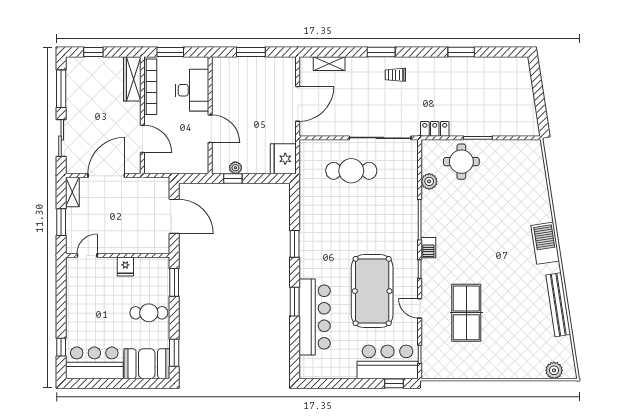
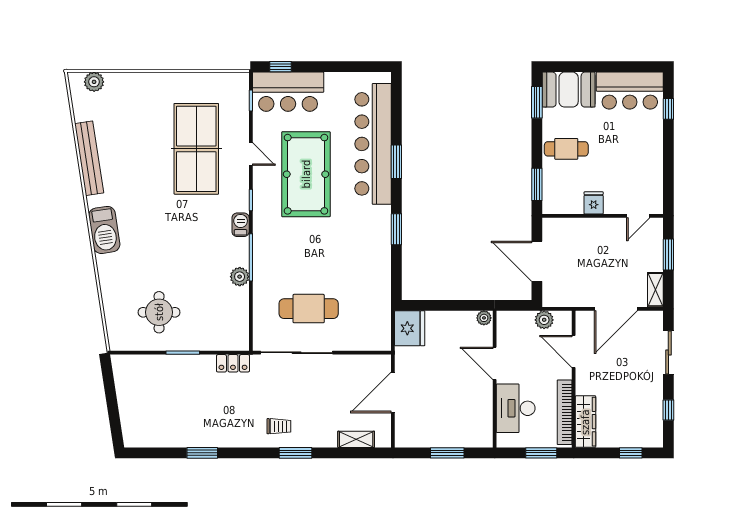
window: (61, 89) -> (668, 410), width x0.46
round table: (461, 162) -> (159, 312), moved
plant: (168, 166) -> (544, 320), added
plant: (235, 168) -> (484, 318), moved
cafe table: (351, 171) -> (309, 309), moved
window: (233, 179) -> (468, 305), removed
plant: (429, 181) -> (240, 277), moved
table tennis table: (466, 313) -> (196, 149), width x1.36, depth x1.32
bar counter: (315, 317) -> (373, 144), width x1.36

